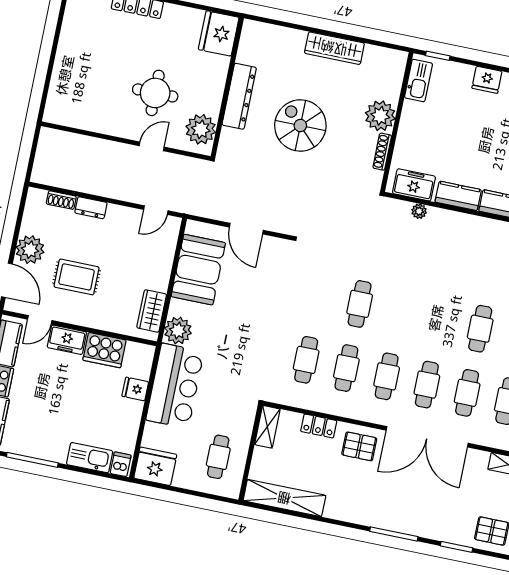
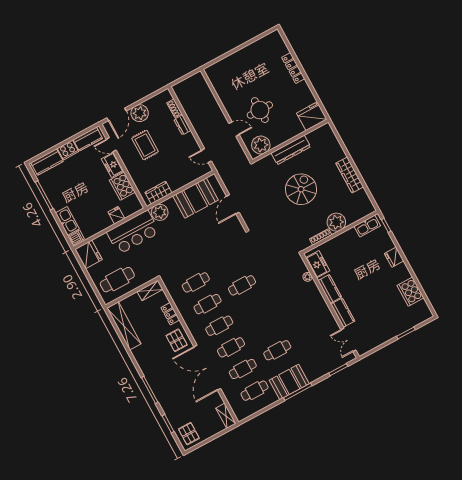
cafe table: (218, 457) -> (117, 280), width x1.37, depth x1.35

